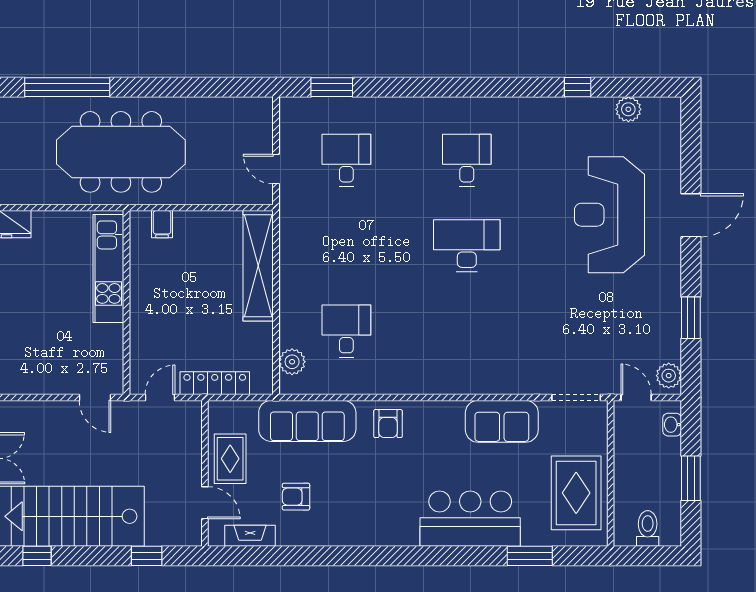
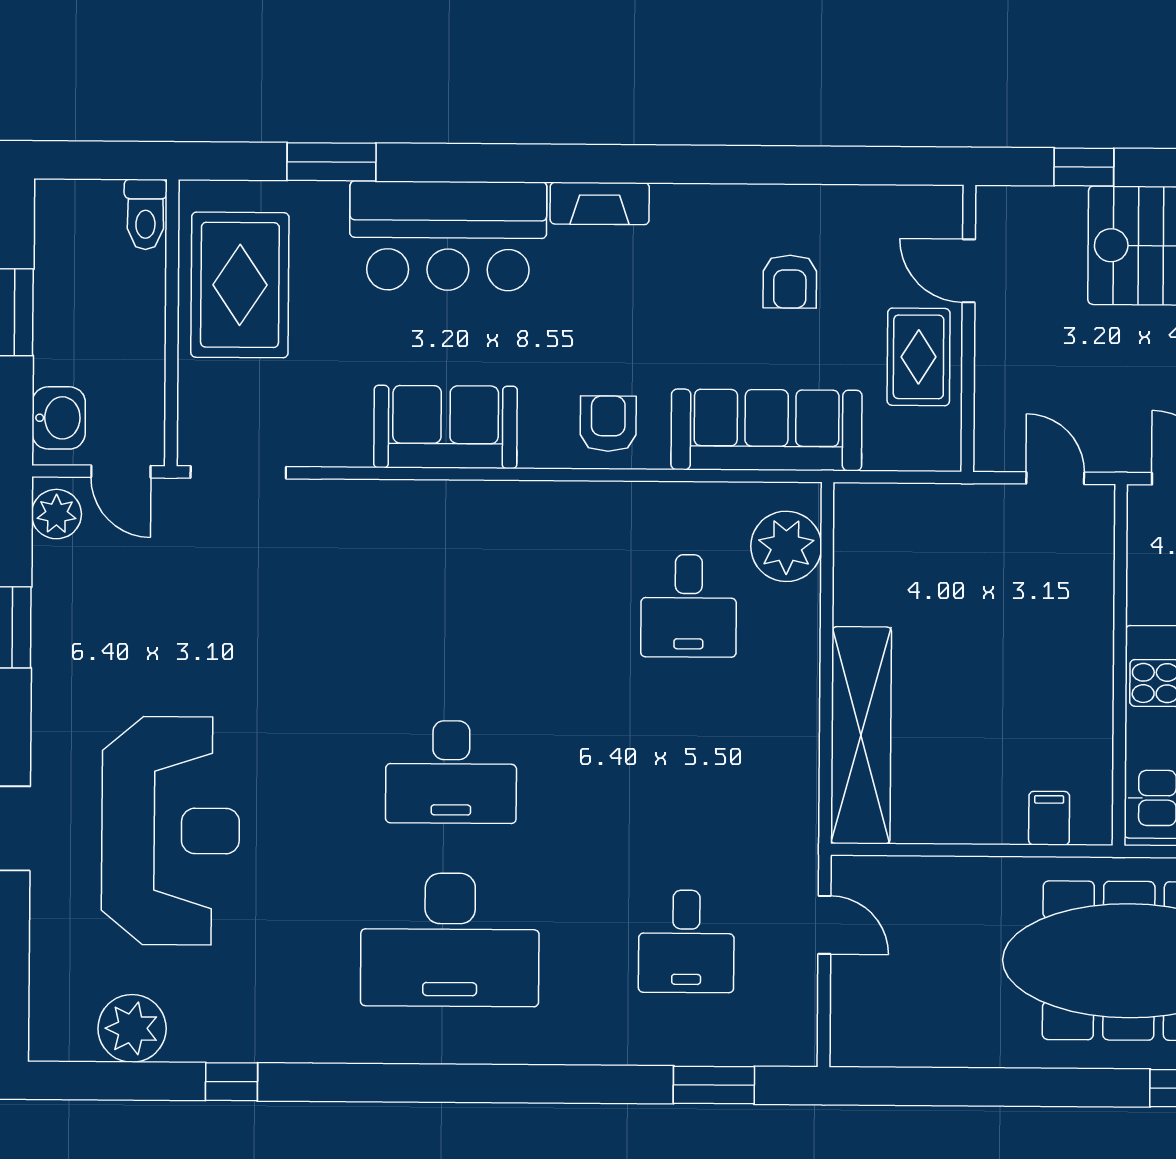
plant: (628, 109) -> (132, 1028), width x1.36, depth x1.36
desk: (467, 160) -> (450, 940), width x1.87, depth x1.30
plant: (292, 362) -> (786, 546), width x1.36, depth x1.36
locker: (215, 383) -> (948, 505), removed
door: (160, 397) -> (1055, 478), swing flipped
sofa: (502, 421) -> (446, 427), moved
washbasin: (672, 425) -> (59, 418), width x1.38, depth x1.45
armchair: (296, 497) -> (790, 282), turned 90
toilet: (648, 529) -> (146, 214), moved
fireplace: (250, 536) -> (600, 203), moved

